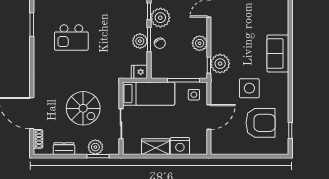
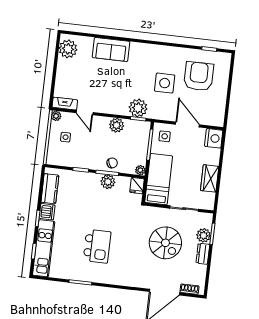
plant: (160, 18) -> (140, 170), moved, width x0.53, depth x0.53
sofa: (278, 54) -> (111, 49), moved
spiral stairs: (83, 108) -> (165, 243), turned 90
nightstand: (180, 146) -> (214, 138), moved
dresser: (64, 149) -> (203, 254), moved

